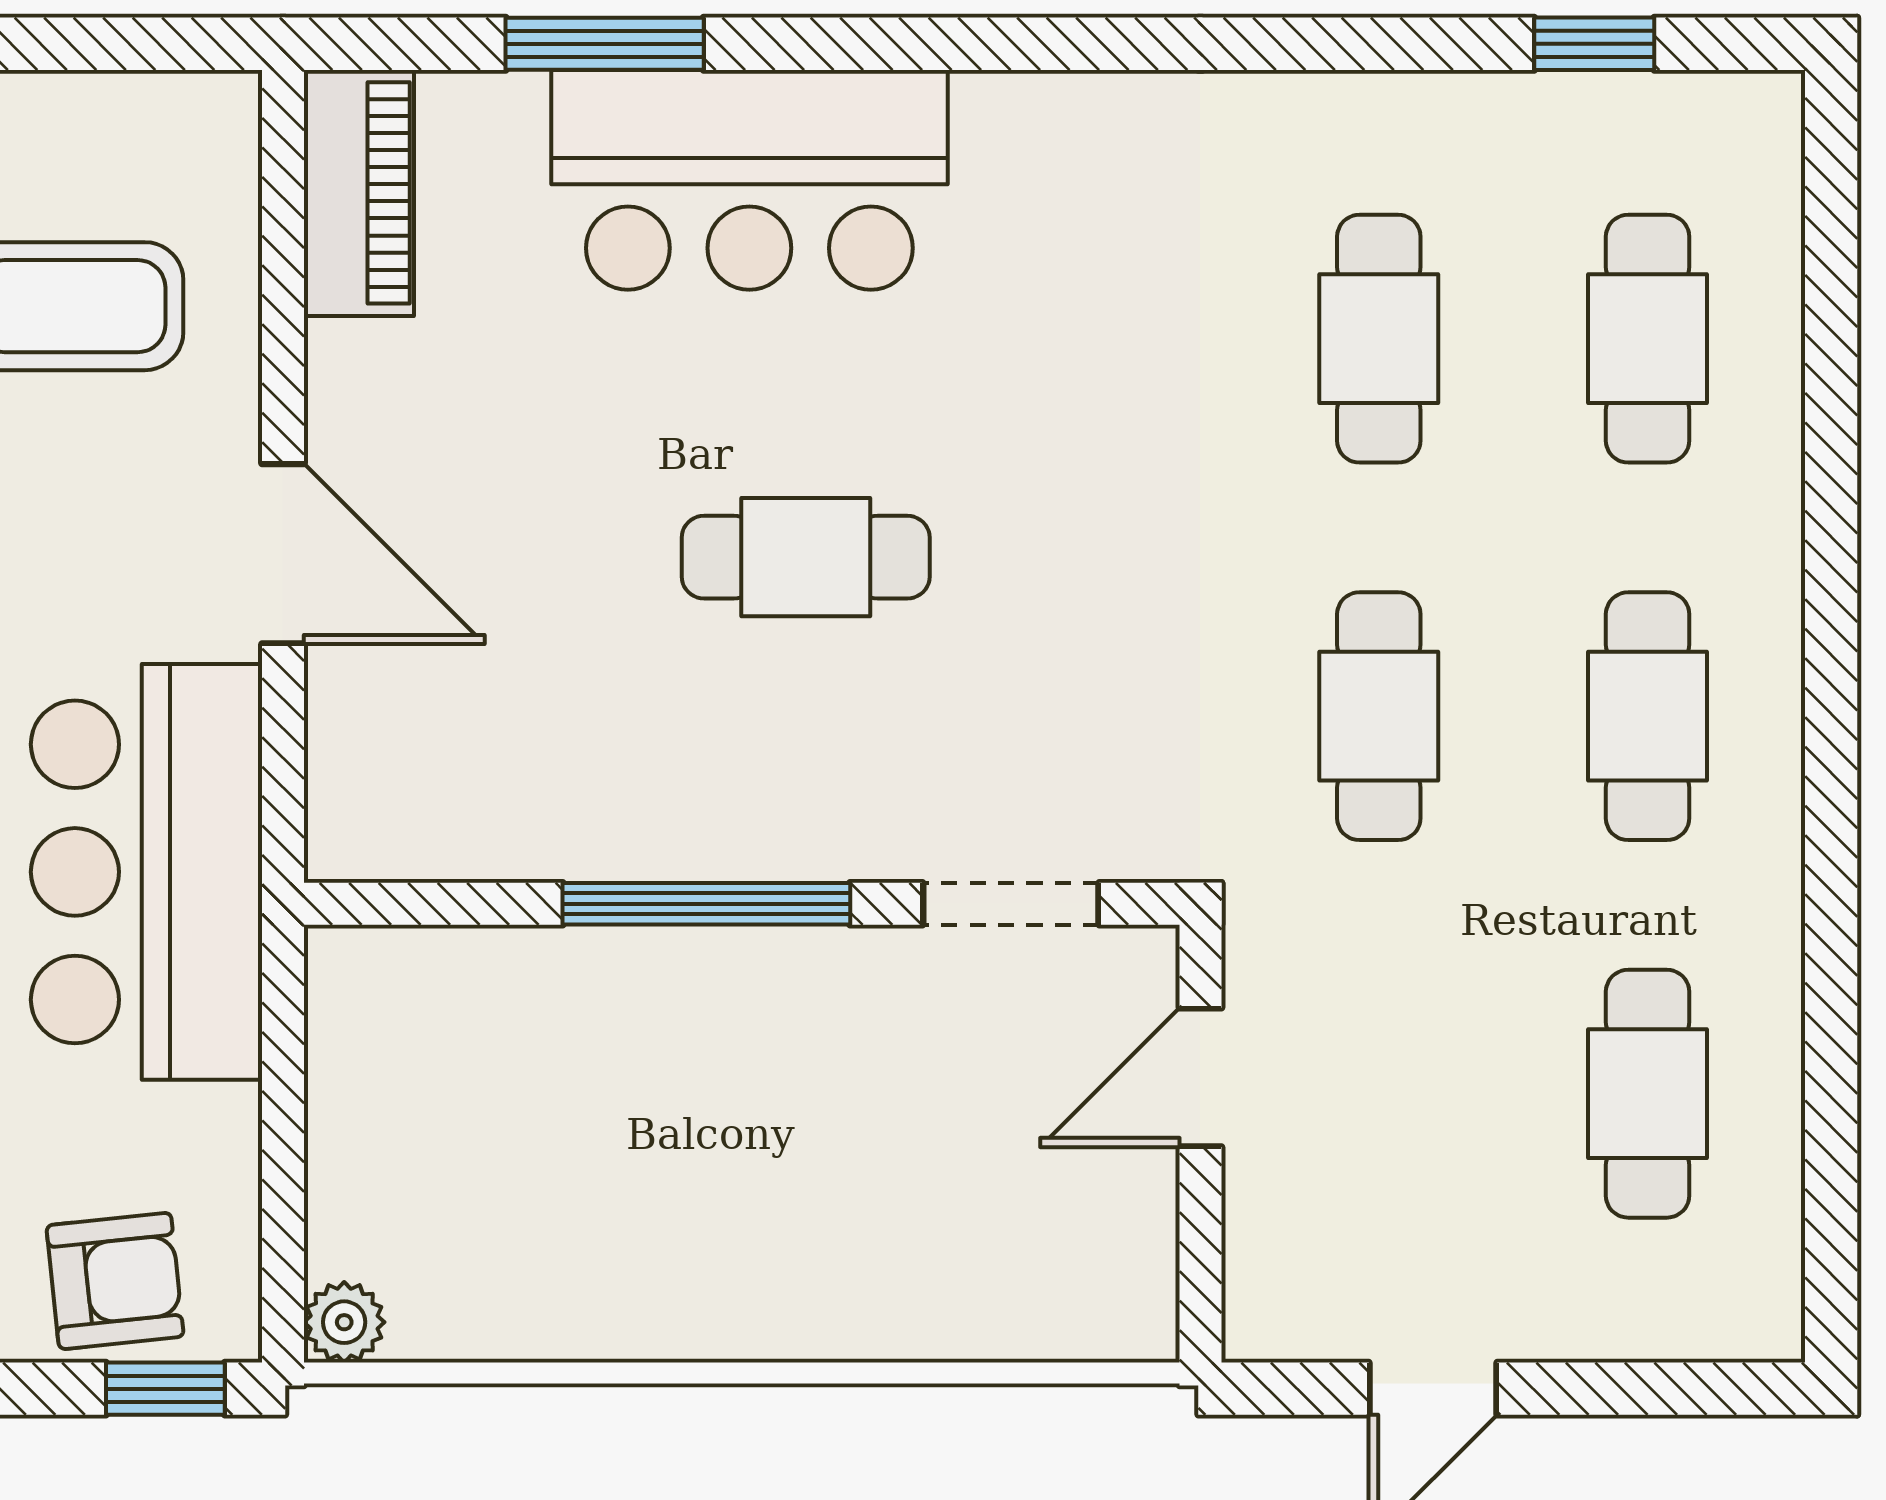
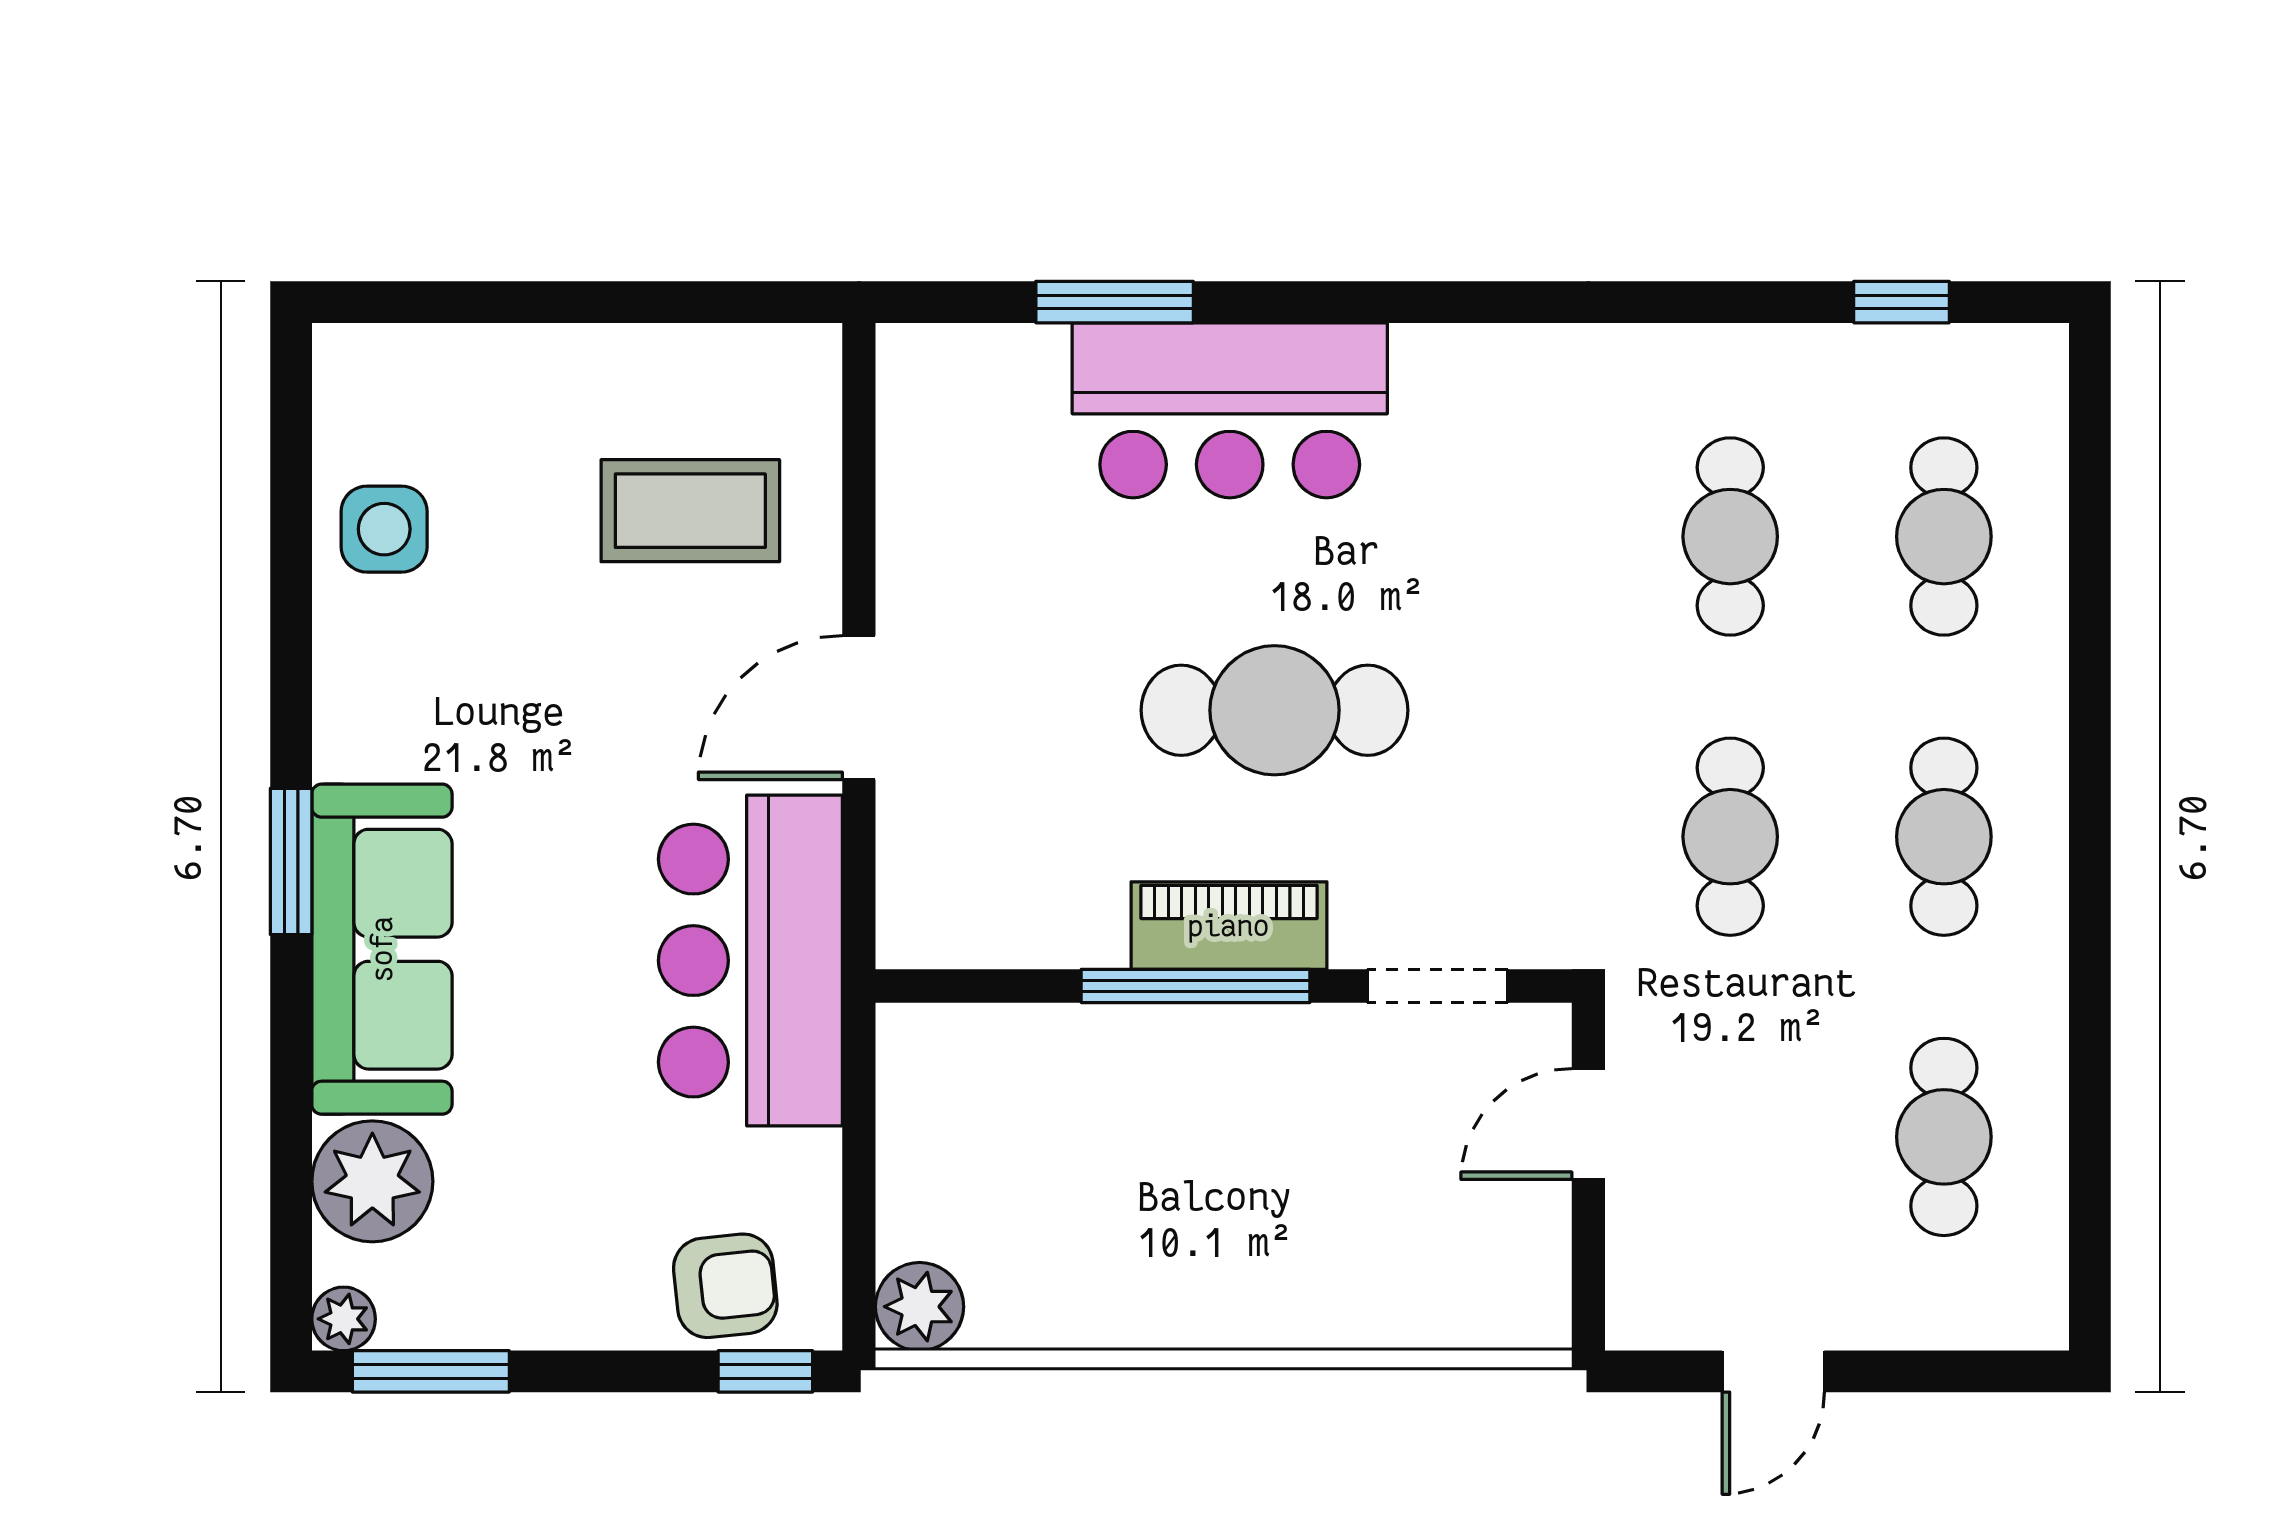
piano: (359, 193) -> (1229, 926), moved, turned -90
door: (283, 554) -> (859, 708), swing flipped
cafe table: (806, 557) -> (1275, 710), width x1.37, depth x1.35
plant: (344, 1322) -> (920, 1307), width x1.38, depth x1.38

